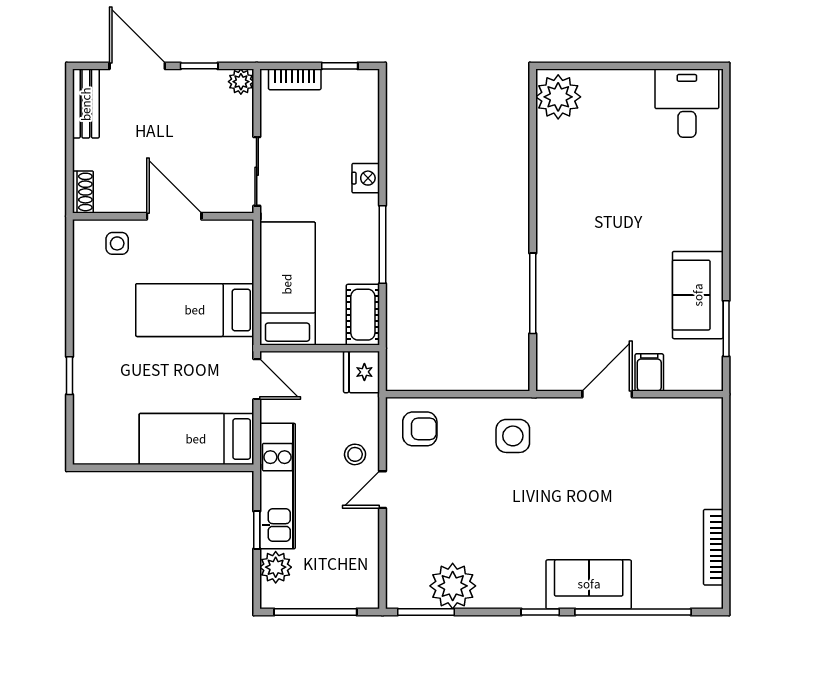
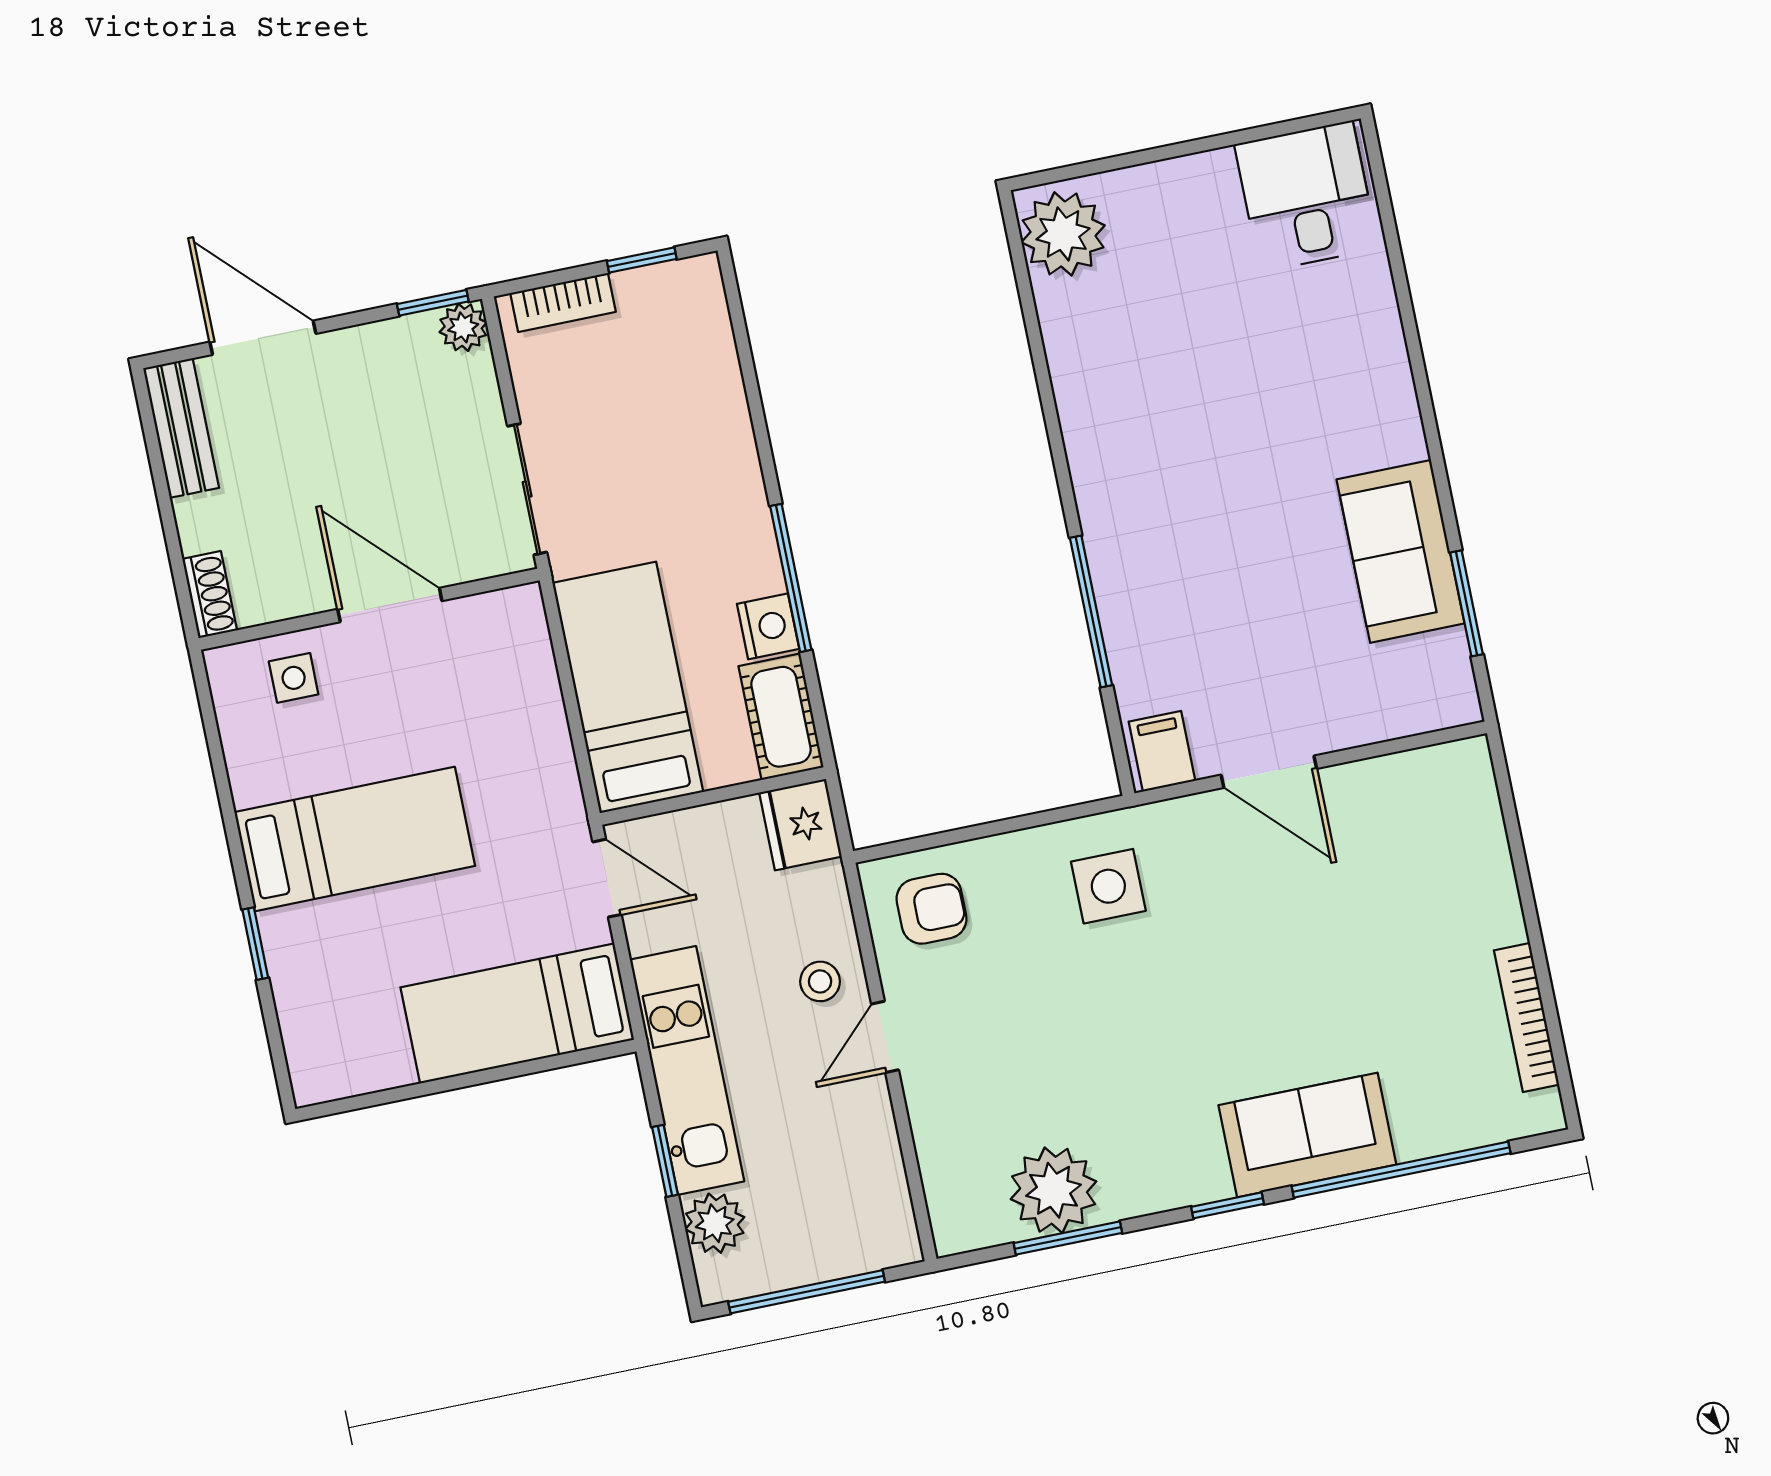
window: (199, 66) -> (433, 303), moved
nightstand: (366, 178) -> (768, 626), moved
bed: (195, 310) -> (355, 839), moved, turned 180
filing cabinet: (649, 372) -> (1162, 751), moved
door: (607, 394) -> (1269, 772), swing flipped
window: (426, 612) -> (1068, 1238), moved

